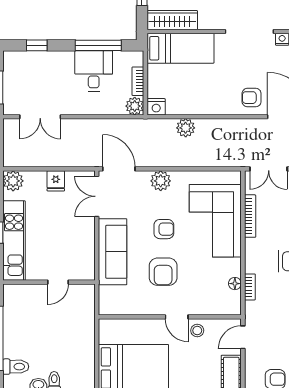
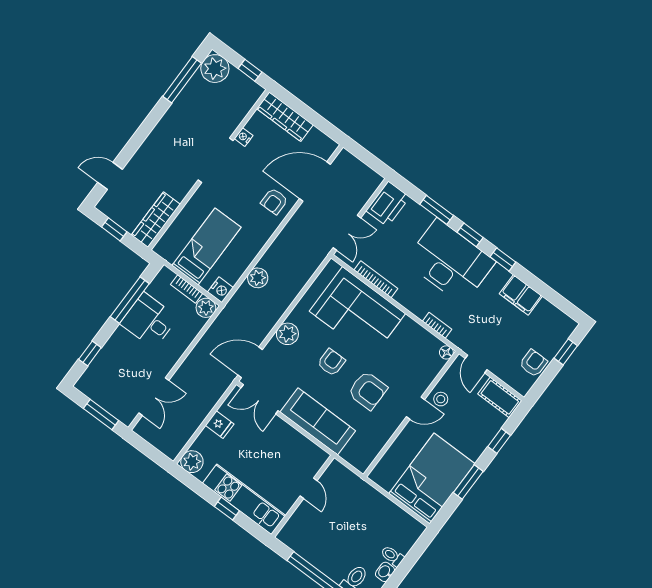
bed: (181, 48) -> (207, 246), moved
floor lamp: (235, 284) -> (446, 352), moved

